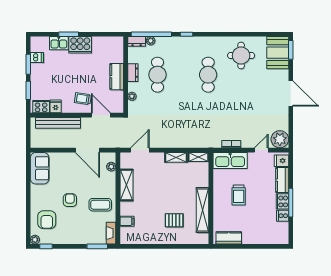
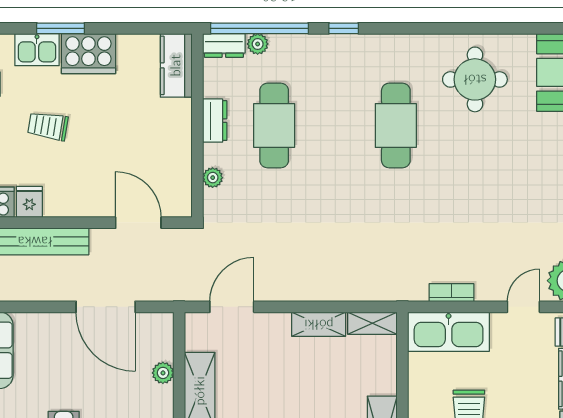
kitchen counter: (117, 77) -> (176, 65), moved
trolley: (83, 99) -> (48, 126), moved
plant: (111, 167) -> (163, 373), moved

